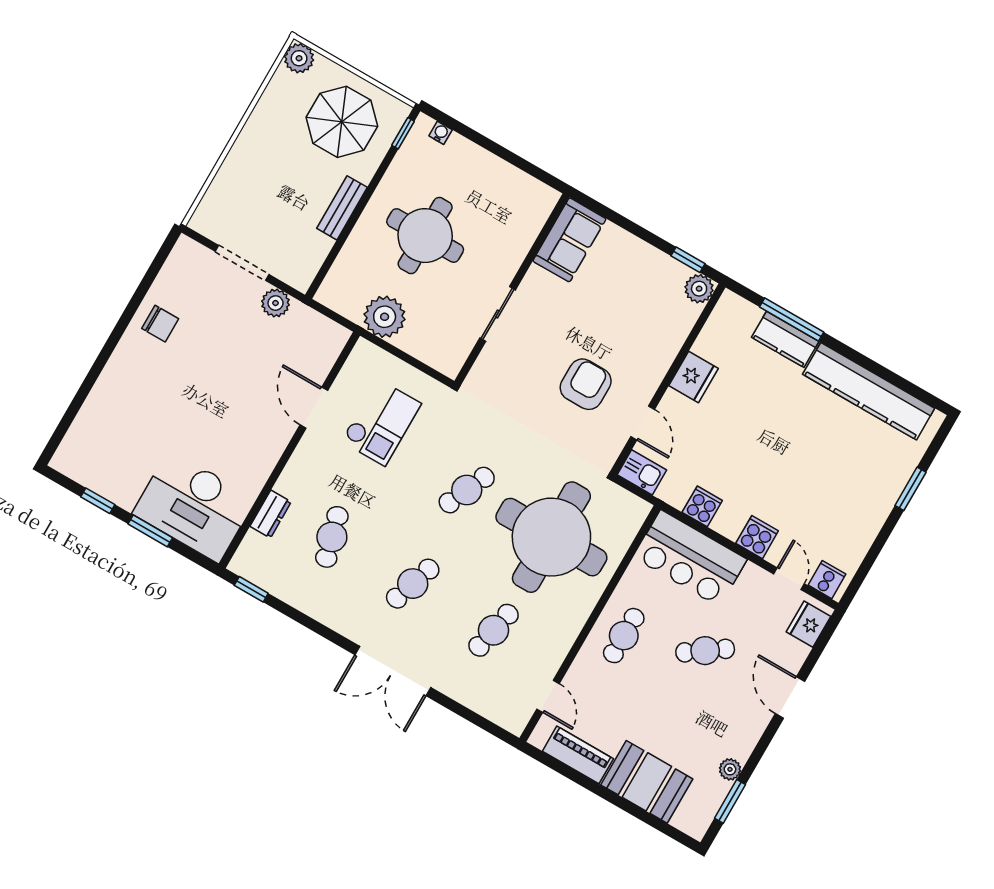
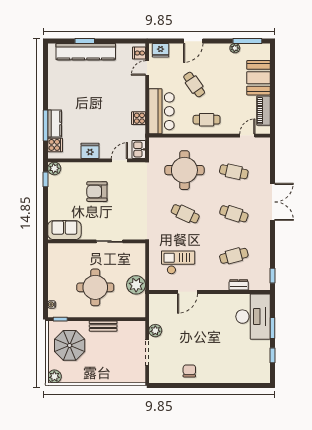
armchair: (586, 384) -> (97, 192), moved
kitchen counter: (869, 391) -> (86, 52), moved, turned 90
round table: (551, 537) -> (184, 170), width x0.73, depth x0.73
cooker: (757, 537) -> (55, 145), moved, turned 180
window: (730, 801) -> (247, 41), width x1.44

